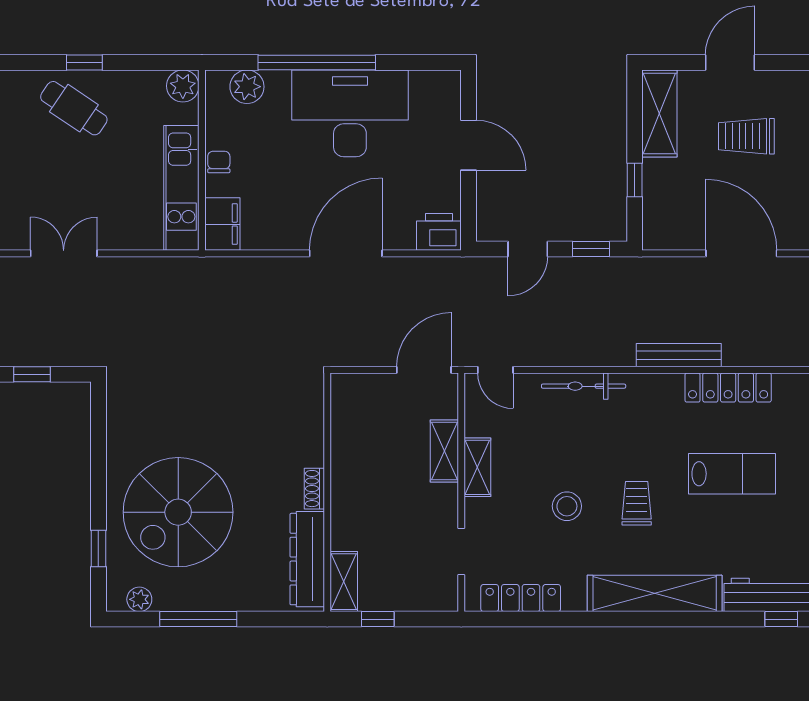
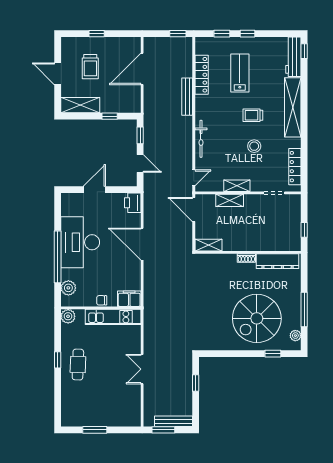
cafe table: (74, 108) -> (78, 365), turned -32
spiral stairs: (178, 512) -> (257, 318), turned 90
shelving: (344, 582) -> (208, 245), moved

